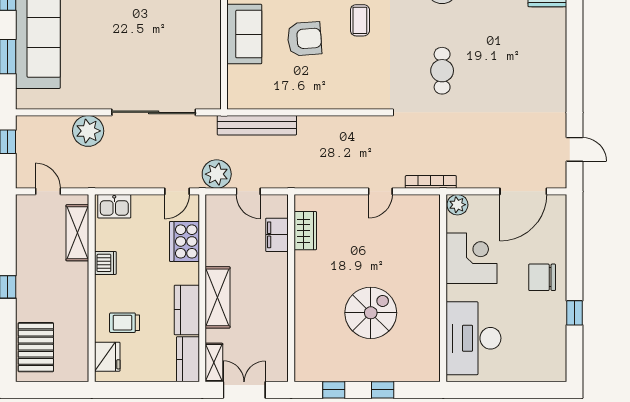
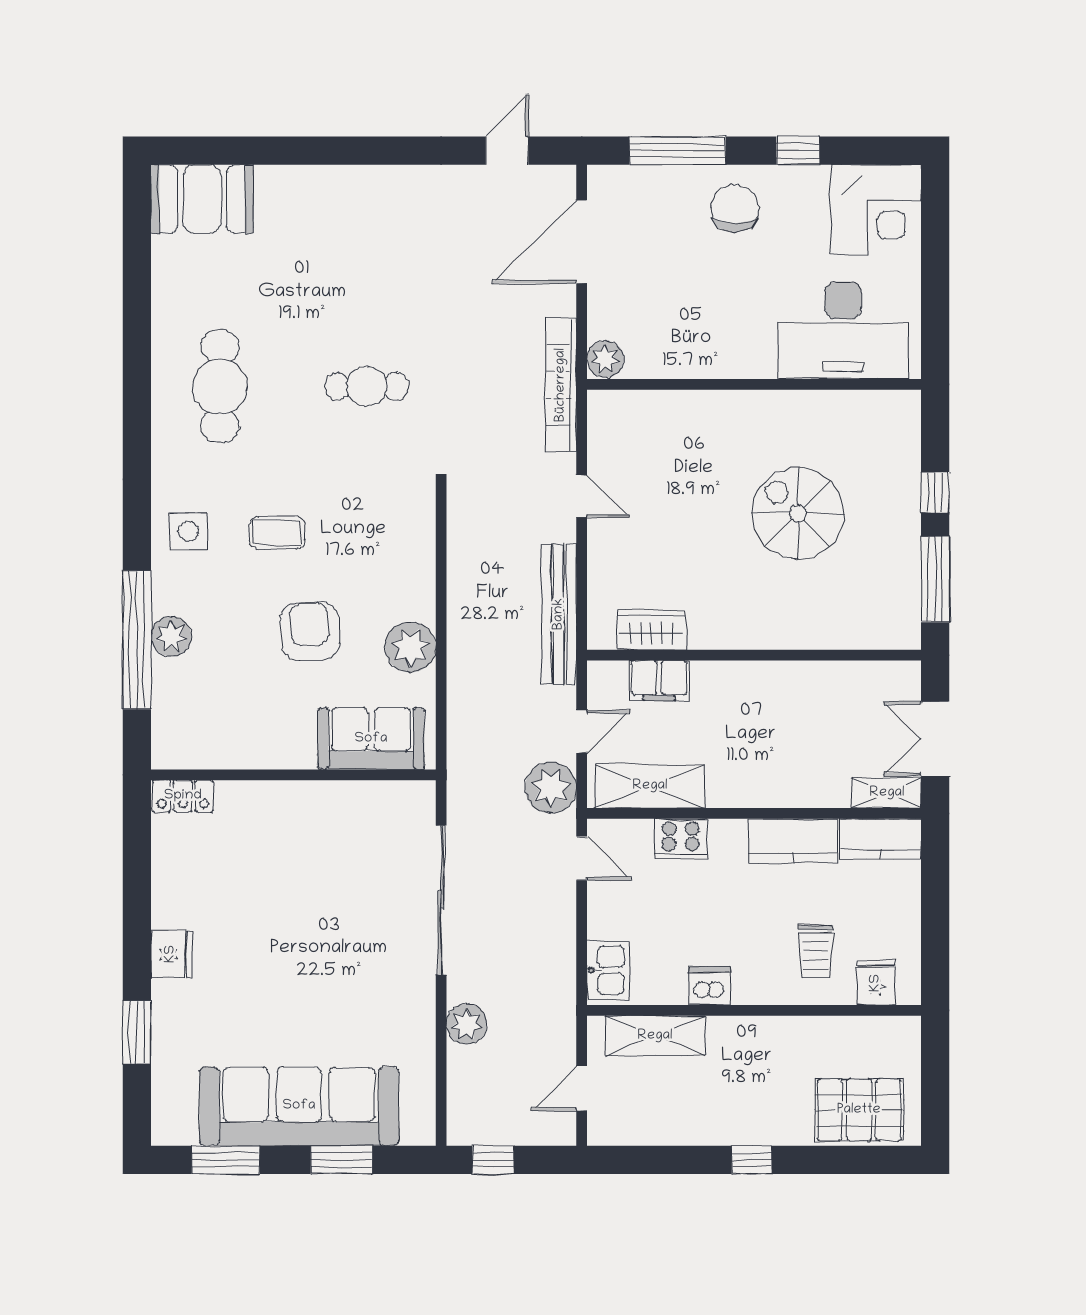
sofa: (244, 34) -> (371, 739), moved
plant: (296, 95) -> (410, 647), added
bench: (257, 125) -> (559, 614), moved
plant: (88, 131) -> (467, 1024), width x0.73, depth x0.73
bookcase: (431, 182) -> (561, 385), width x1.48, depth x1.31
door: (523, 191) -> (582, 242), swing flipped
cooker: (184, 241) -> (681, 839), width x0.73, depth x0.76
window: (574, 245) -> (678, 151), added
corner desk: (472, 258) -> (876, 210), moved, turned 180
chair: (542, 277) -> (735, 208), turned 180
shelving: (218, 297) -> (650, 786), moved
fridge: (107, 357) -> (876, 983), width x0.72
window: (334, 390) -> (935, 579), width x2.17

